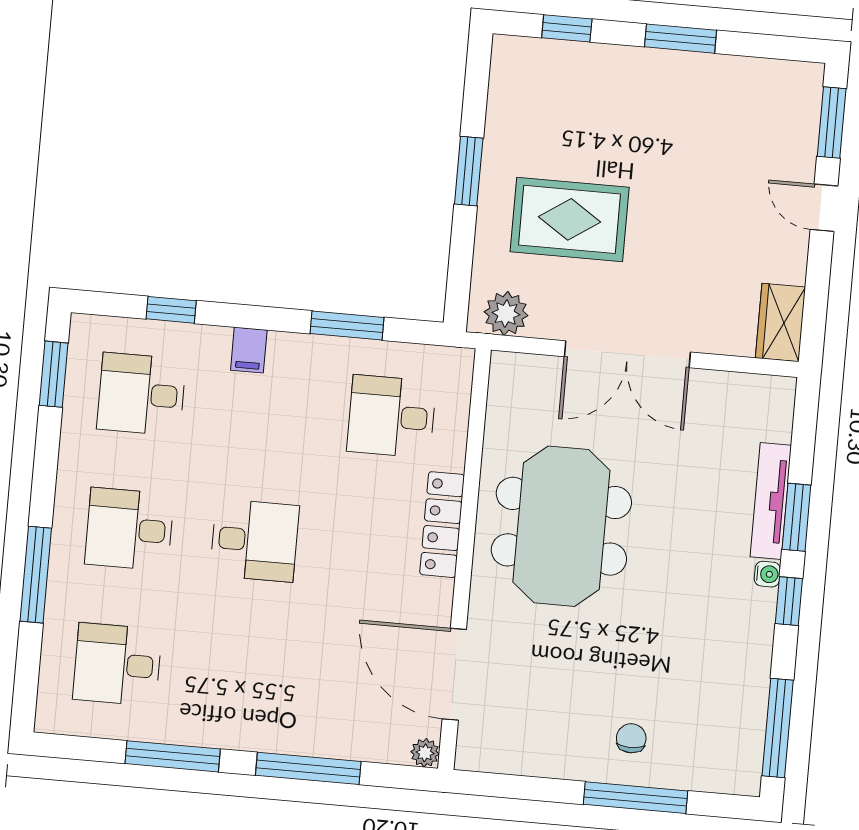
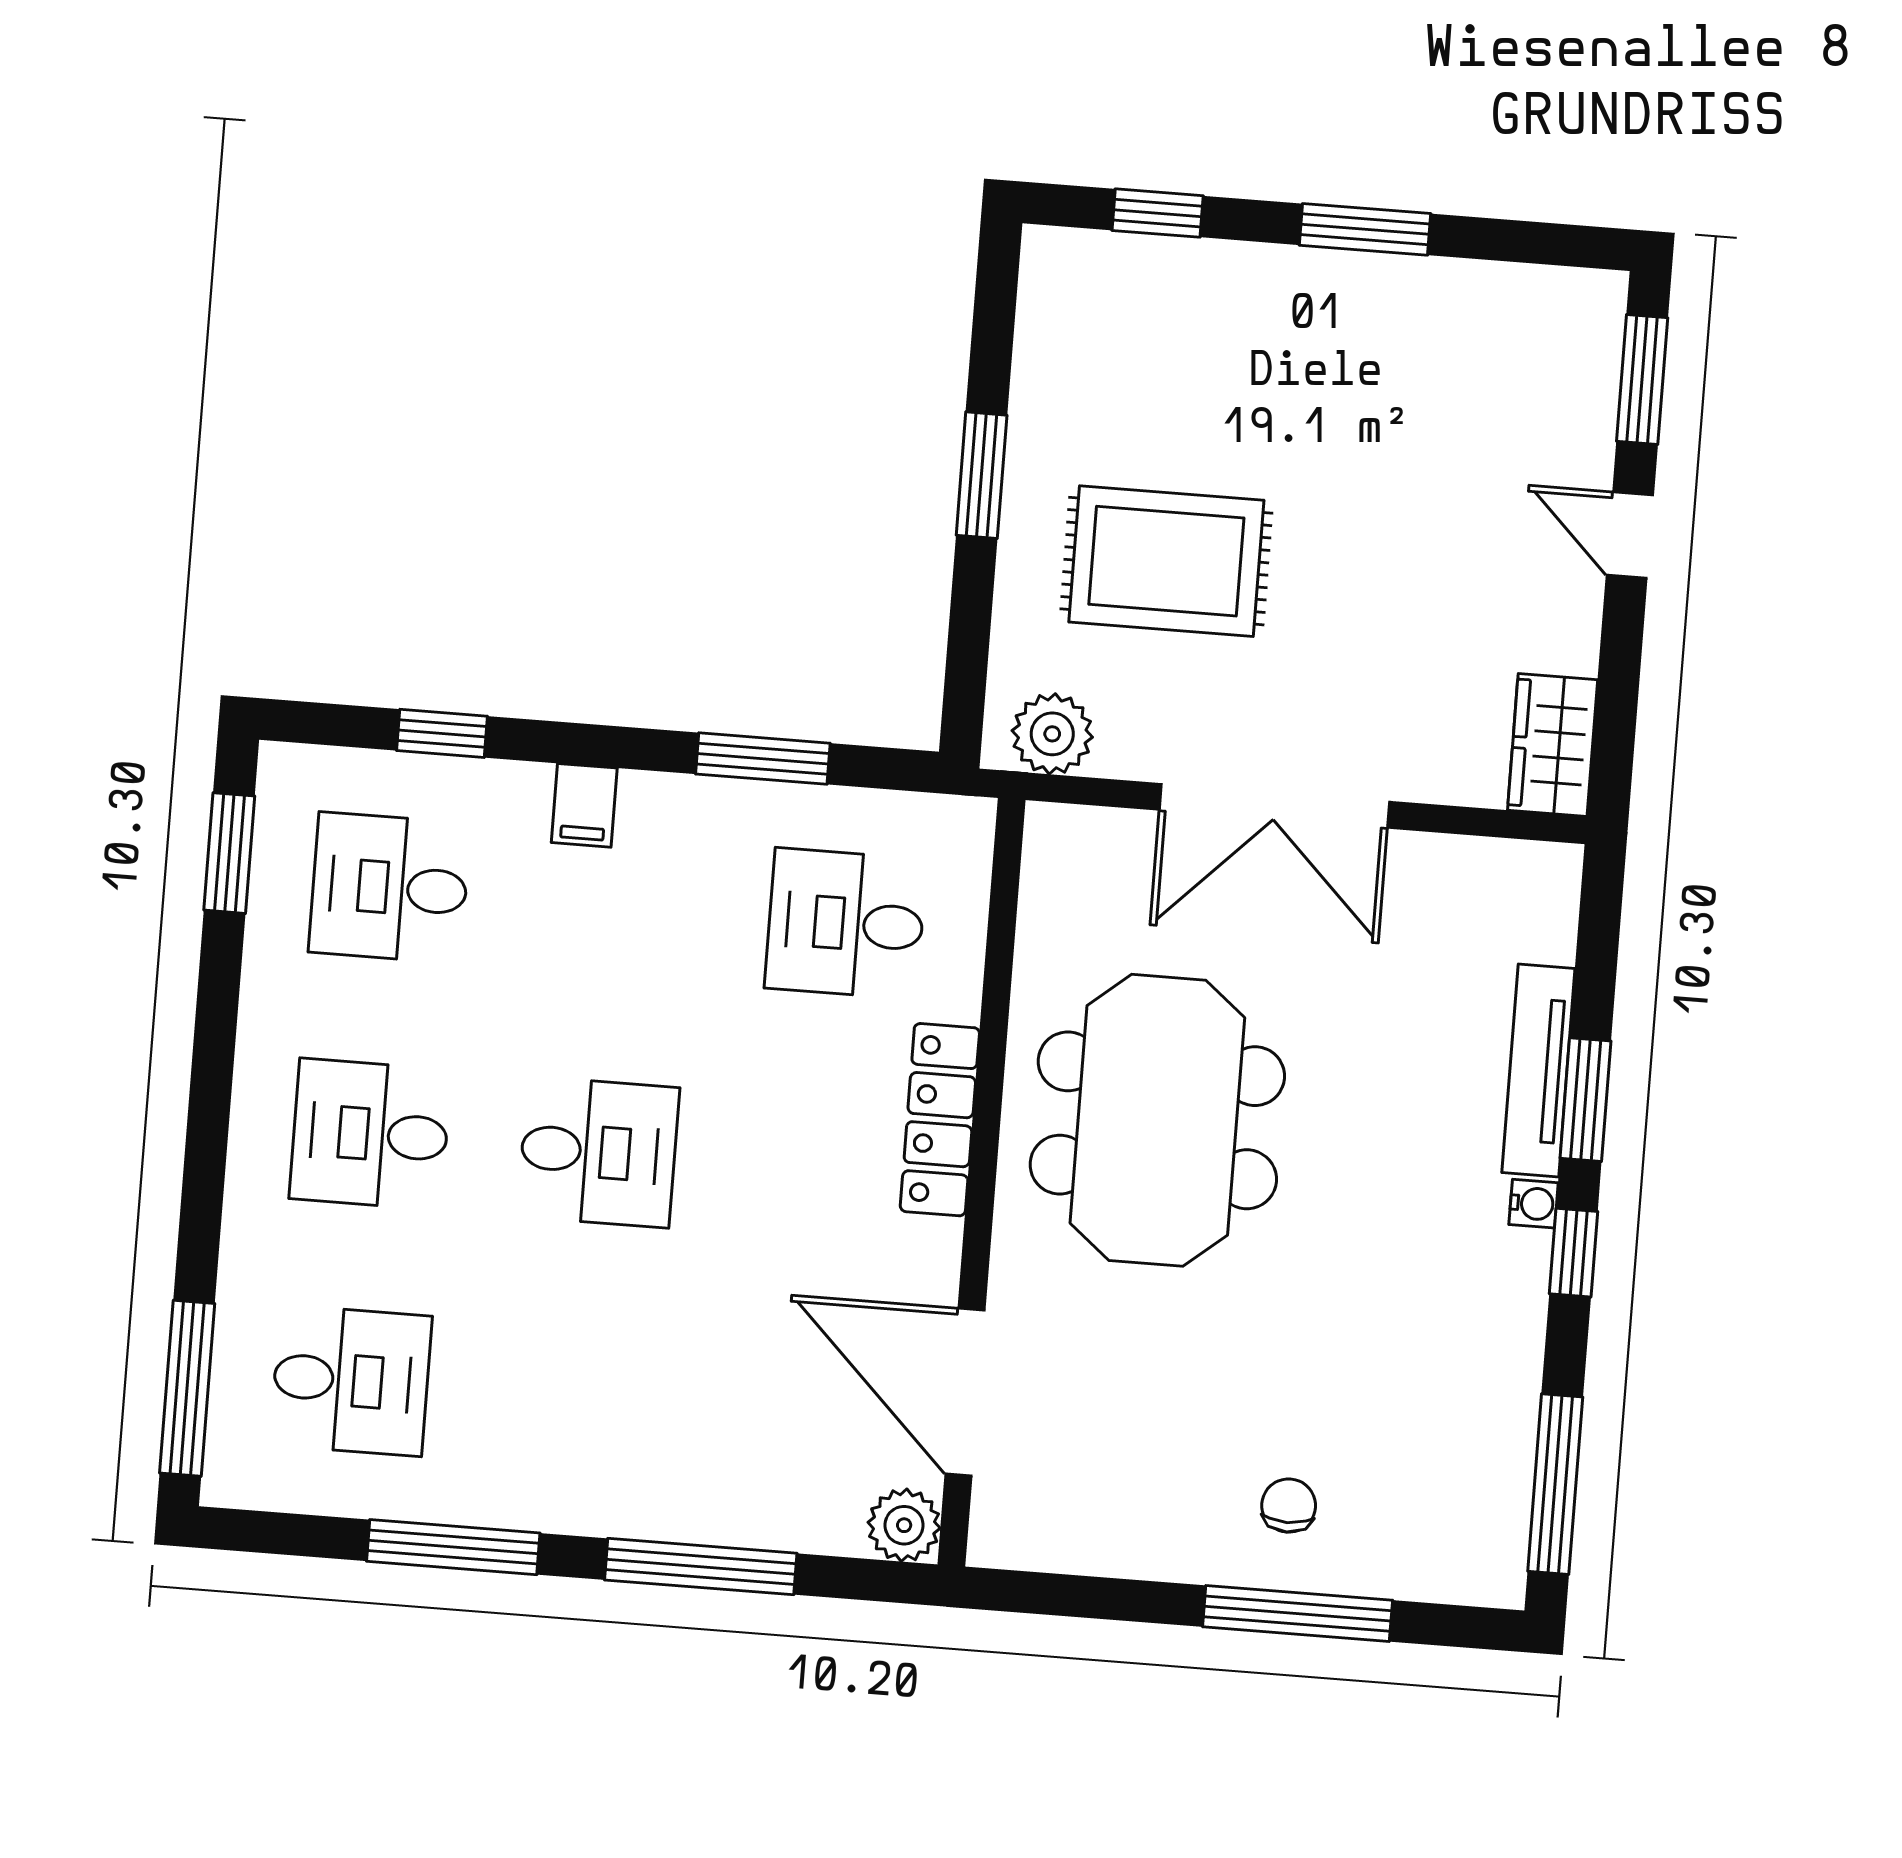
window: (36, 575) -> (187, 1388), moved
desk: (117, 664) -> (351, 1381), turned 180
plant: (425, 753) -> (904, 1525), width x1.38, depth x1.38

